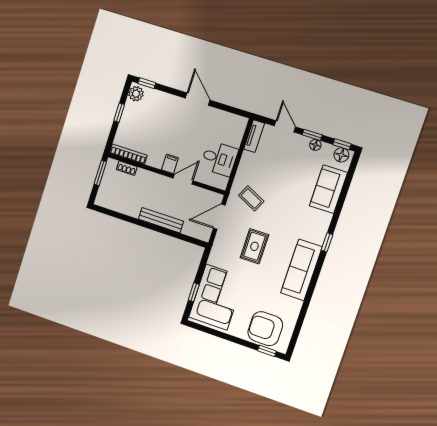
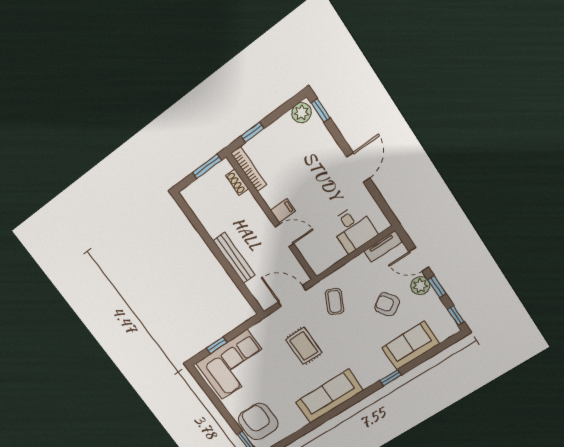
window: (119, 113) -> (253, 132), moved
door: (285, 126) -> (419, 259), swing flipped
plant: (301, 143) -> (420, 286), added
floor lamp: (315, 145) -> (432, 298), removed
floor lamp: (341, 155) -> (447, 324), removed
desk: (219, 159) -> (353, 229), moved
armchair: (289, 173) -> (387, 304), added
window: (327, 242) -> (390, 378), moved
rug: (254, 246) -> (304, 346), turned 90

